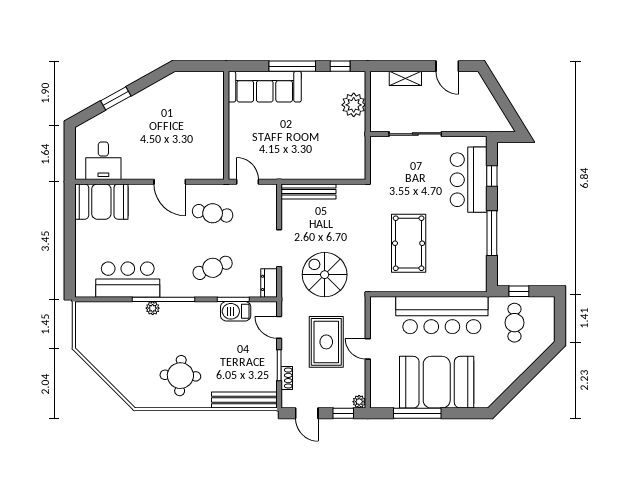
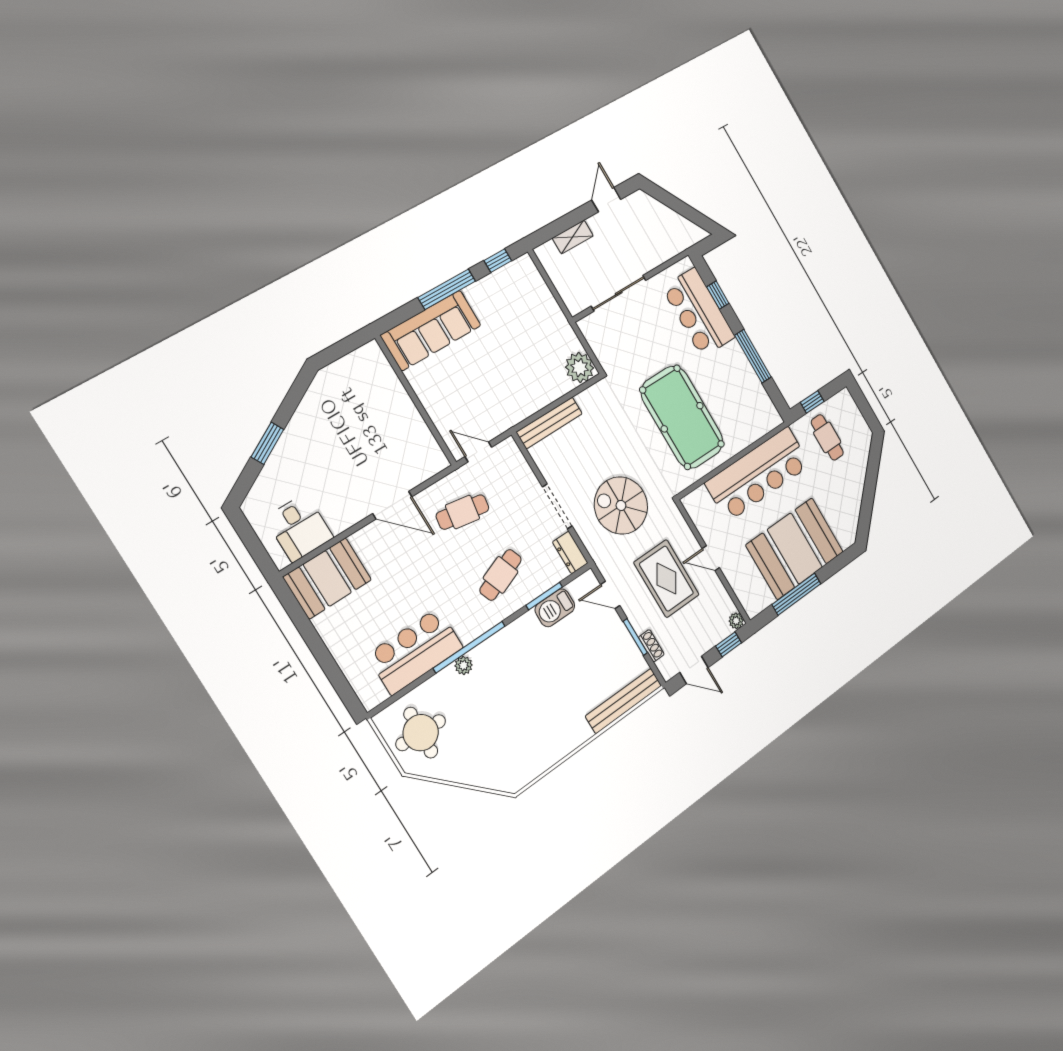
door: (447, 66) -> (606, 200), swing flipped
plant: (354, 105) -> (580, 368), moved
pool table: (409, 243) -> (682, 417), width x1.36, depth x1.32
round table: (180, 376) -> (421, 733), moved

